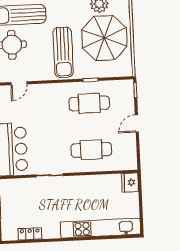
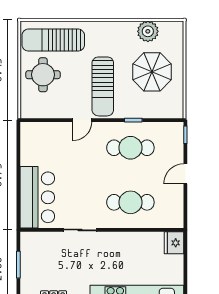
parasol: (104, 38) -> (152, 72), width x0.73, depth x0.73
door: (19, 83) -> (82, 120), moved

